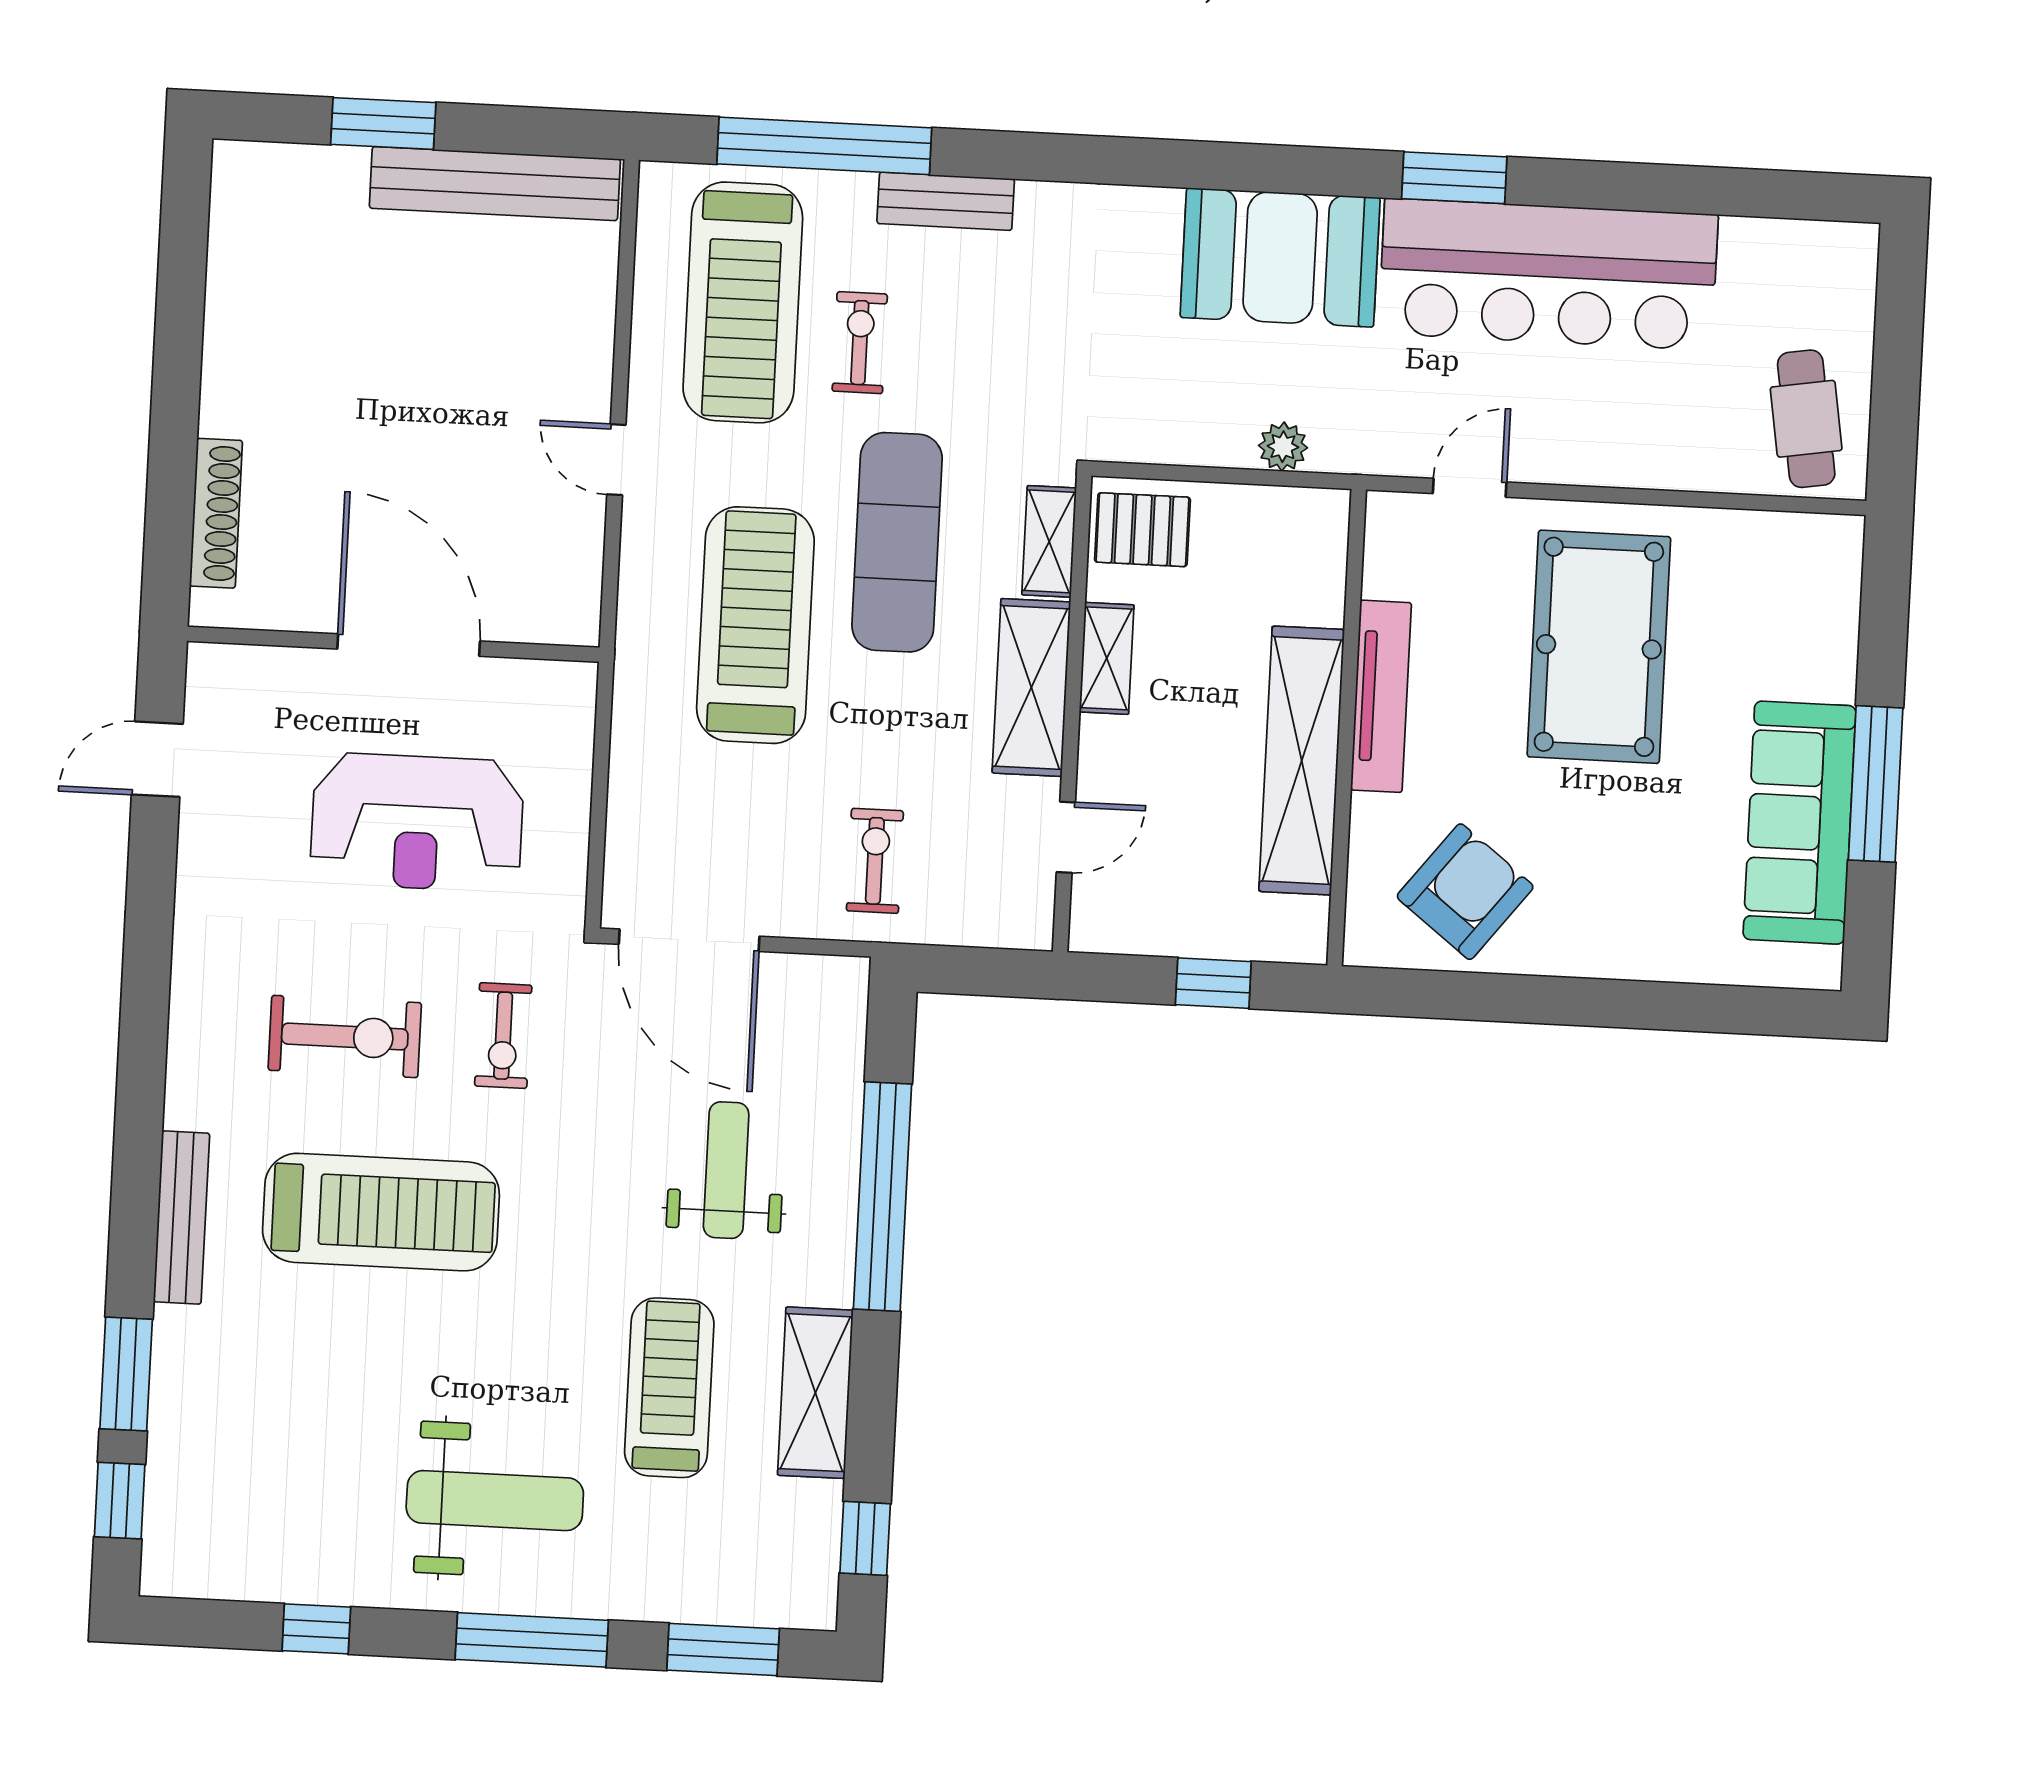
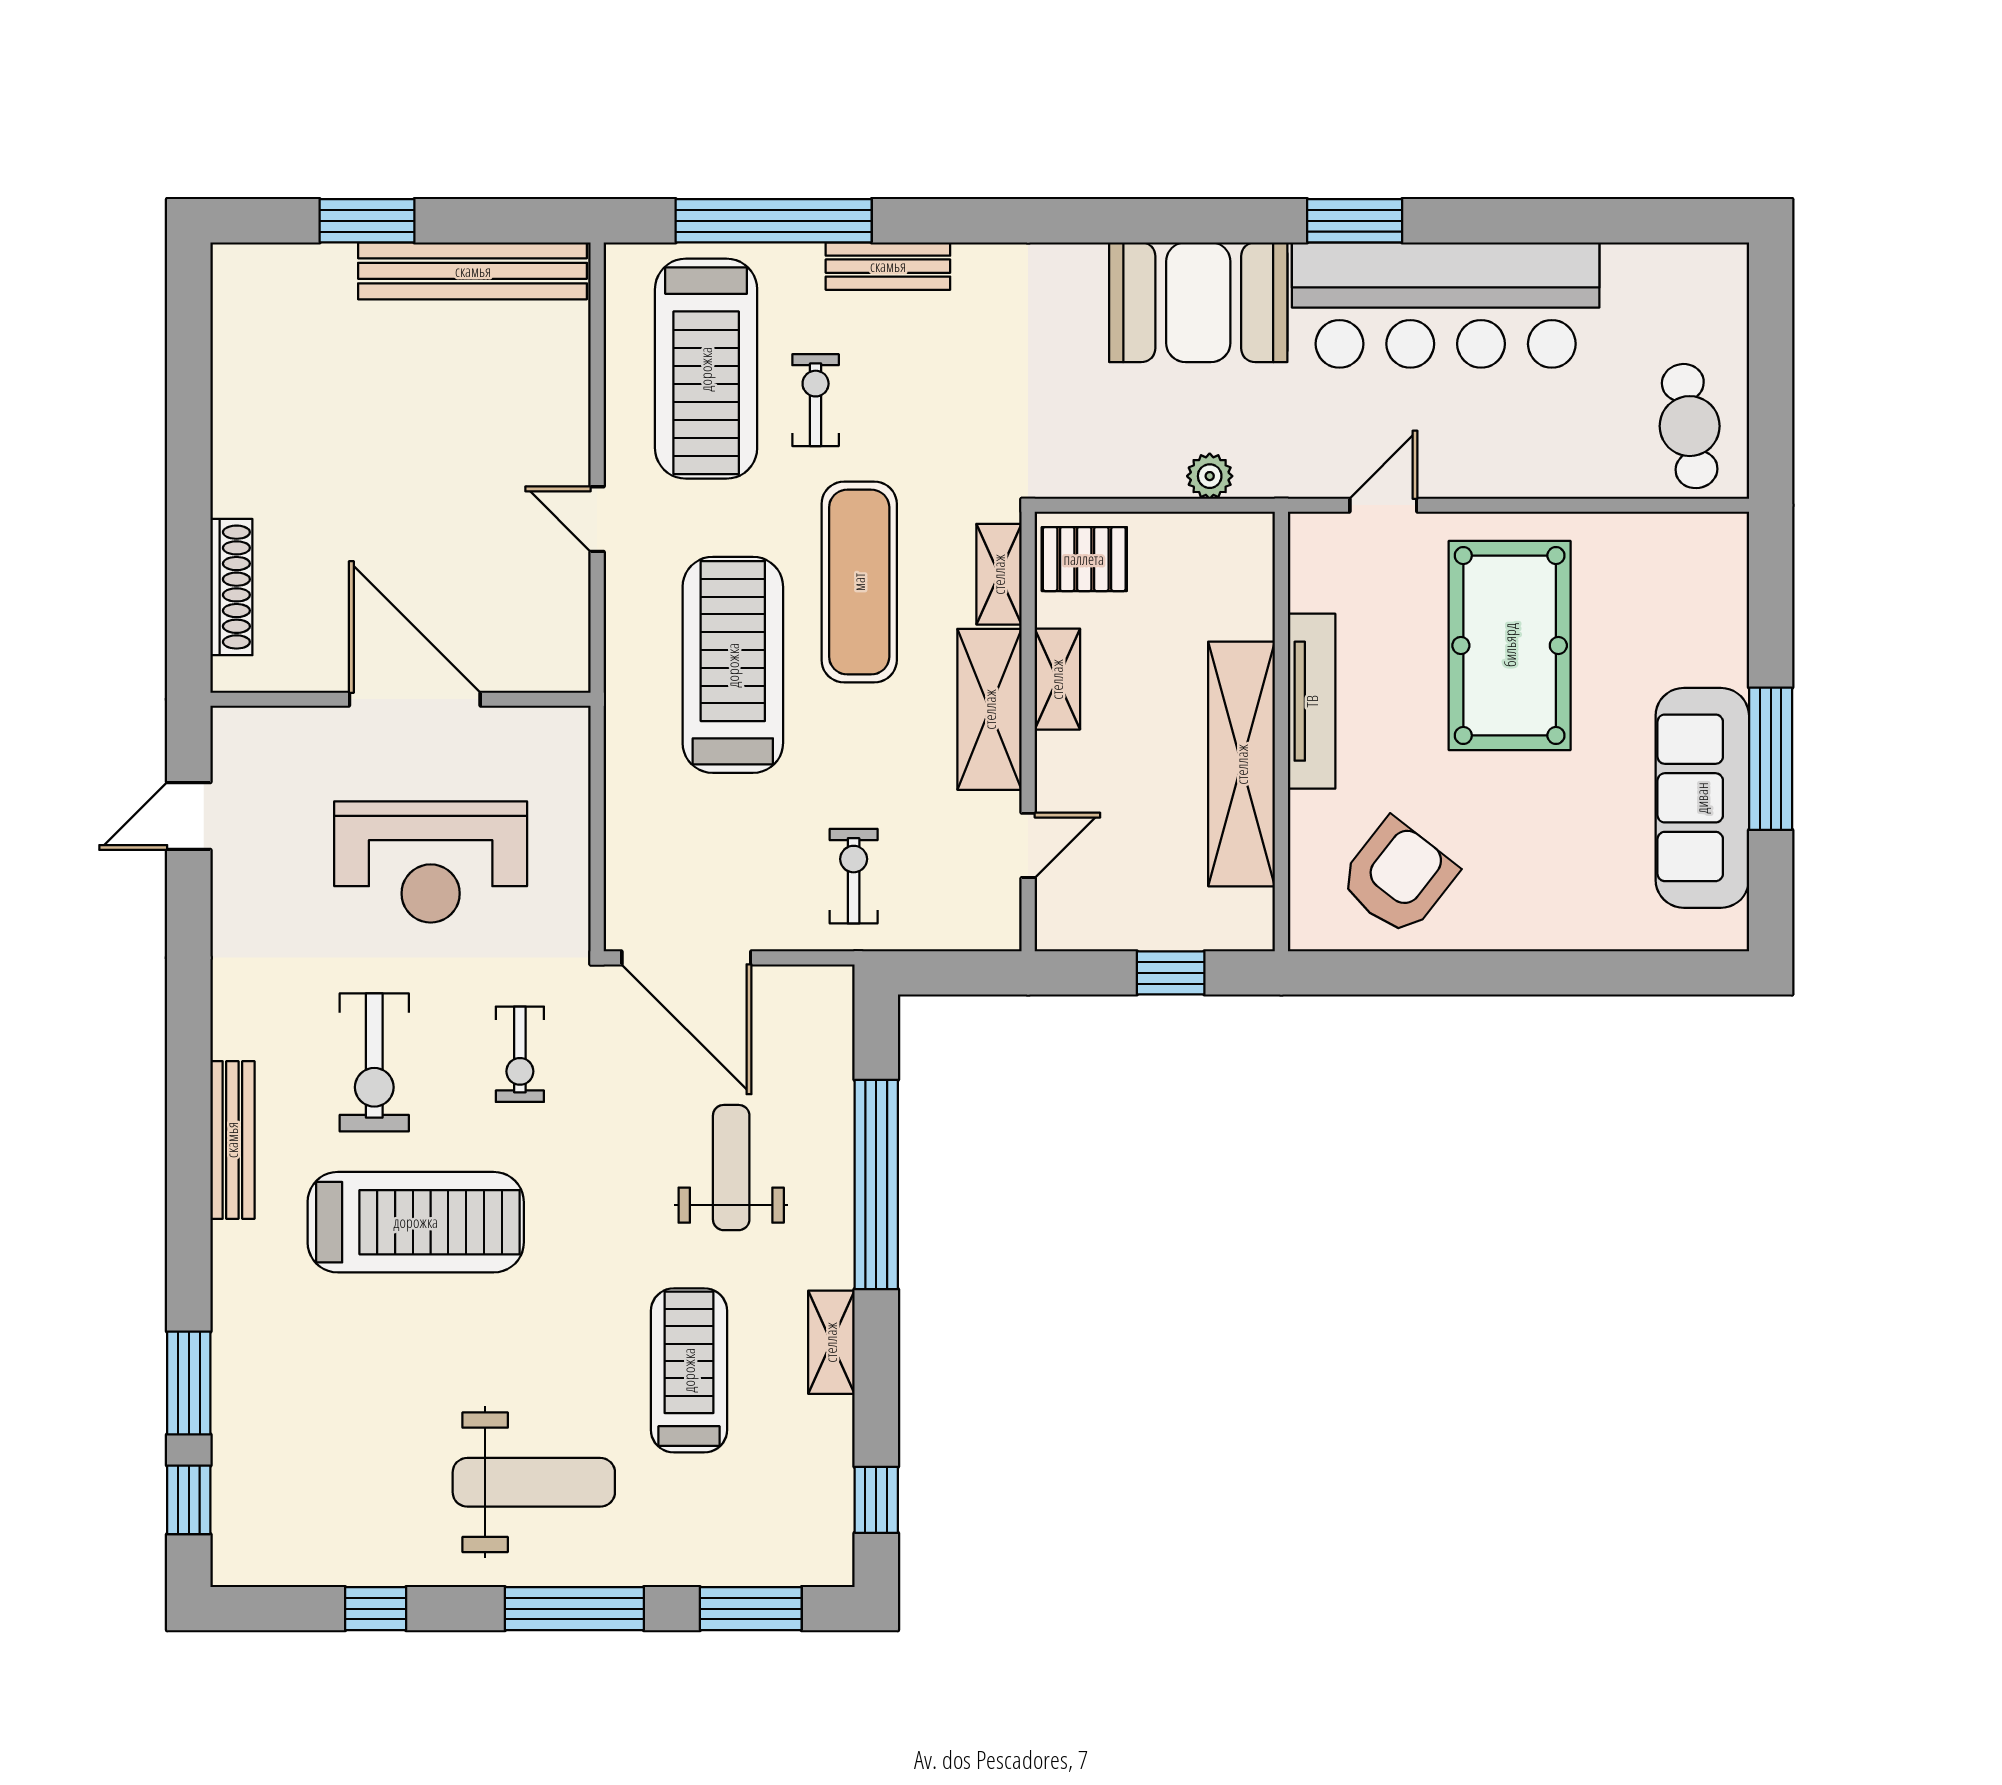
exercise bike: (345, 1036) -> (374, 1062), turned 90
bench: (181, 1217) -> (232, 1140), moved
shelving: (815, 1393) -> (831, 1342), width x0.67, depth x0.75

